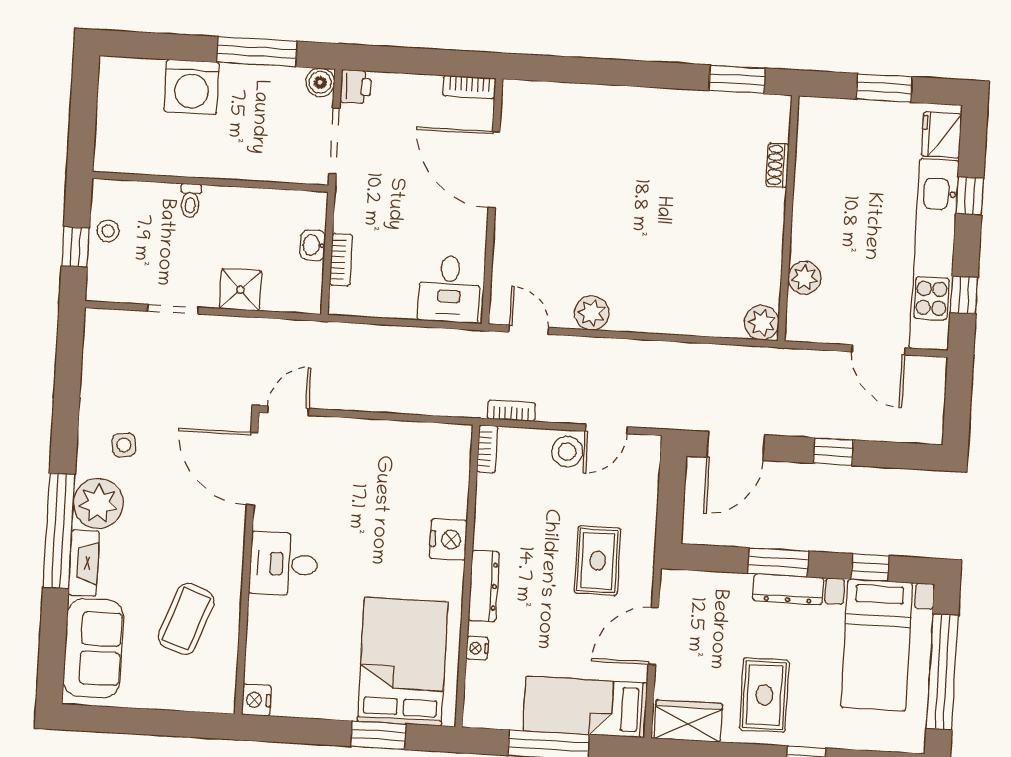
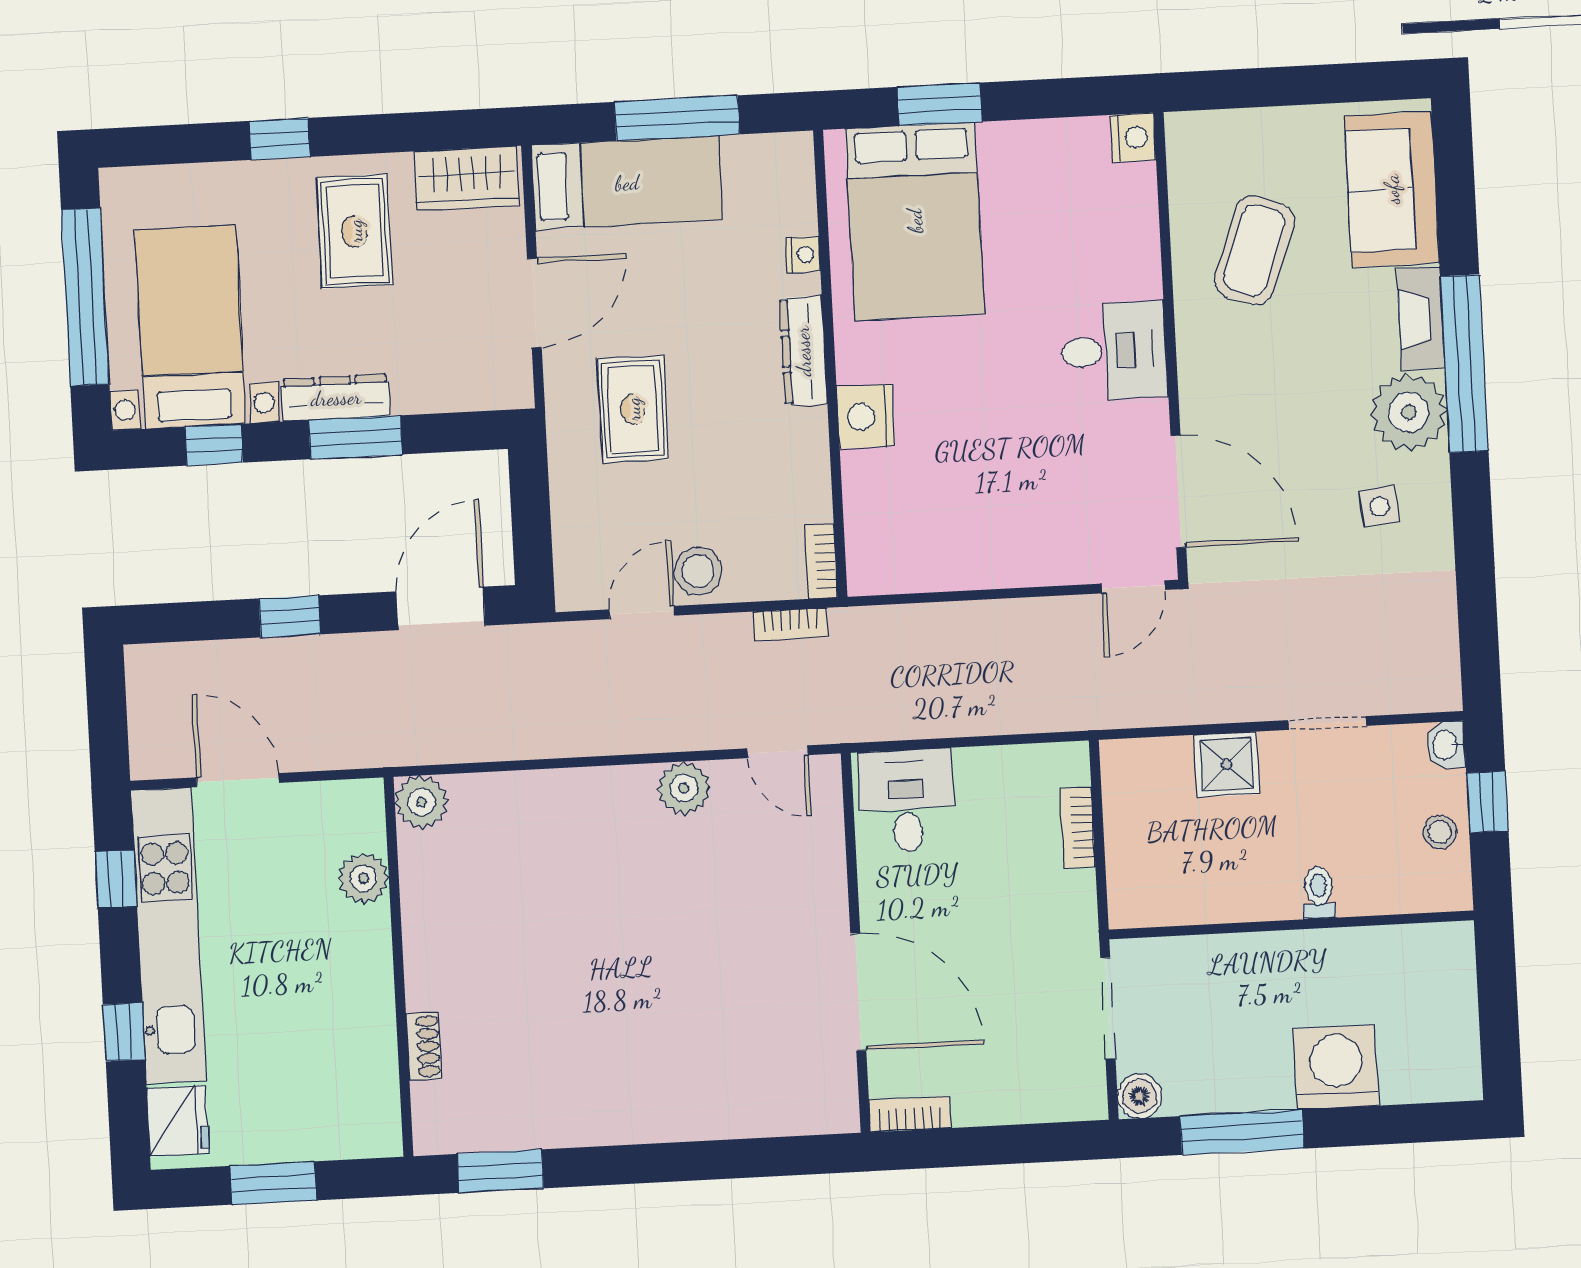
printer: (356, 87) -> (1084, 1096), removed
washbasin: (313, 245) -> (1446, 745), moved, turned 180

